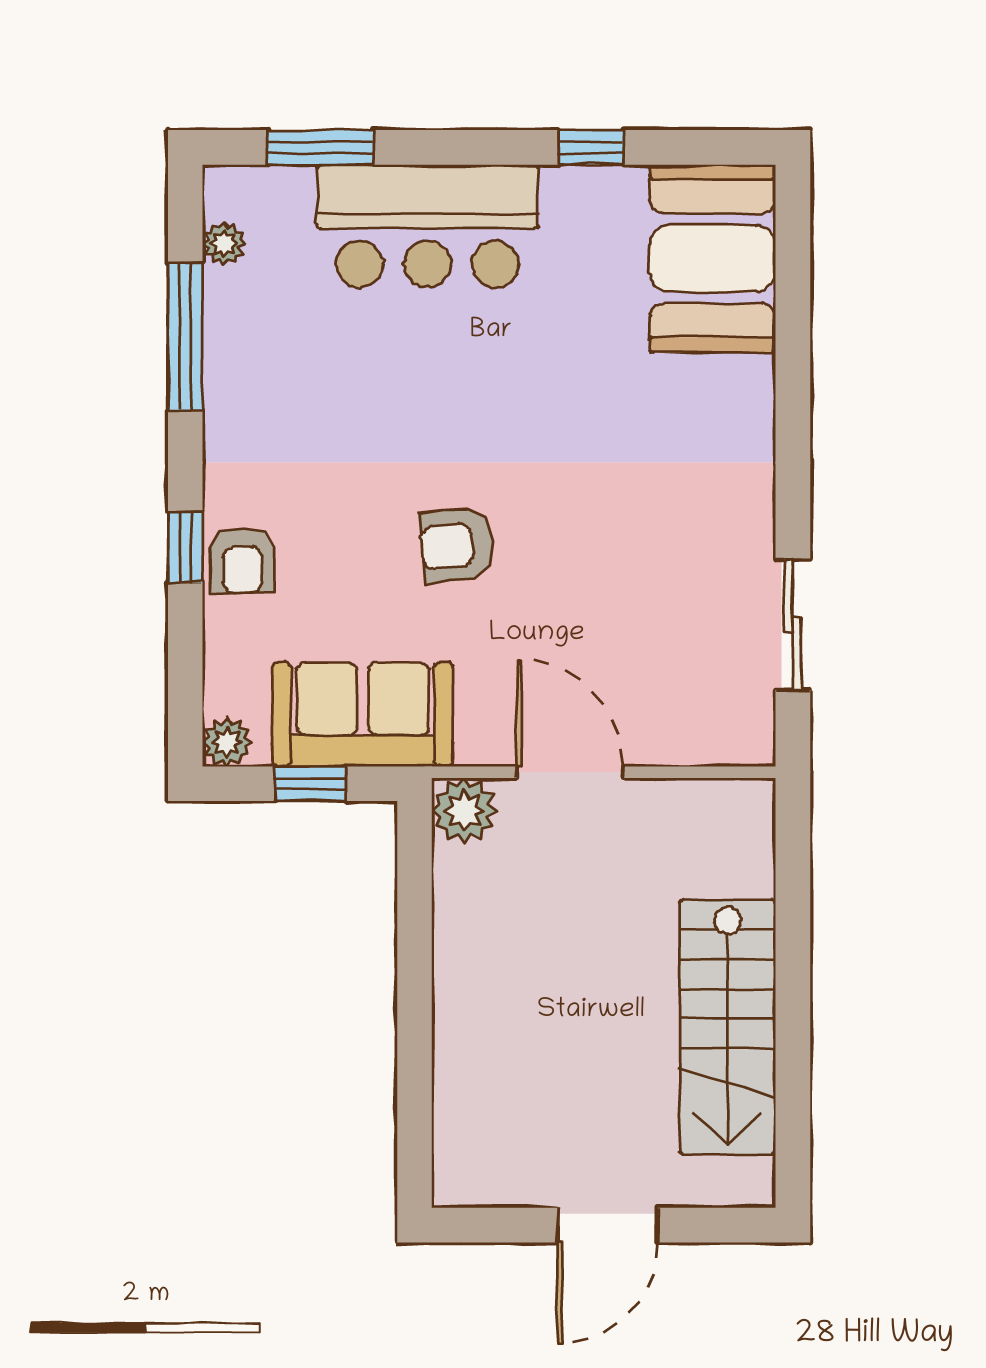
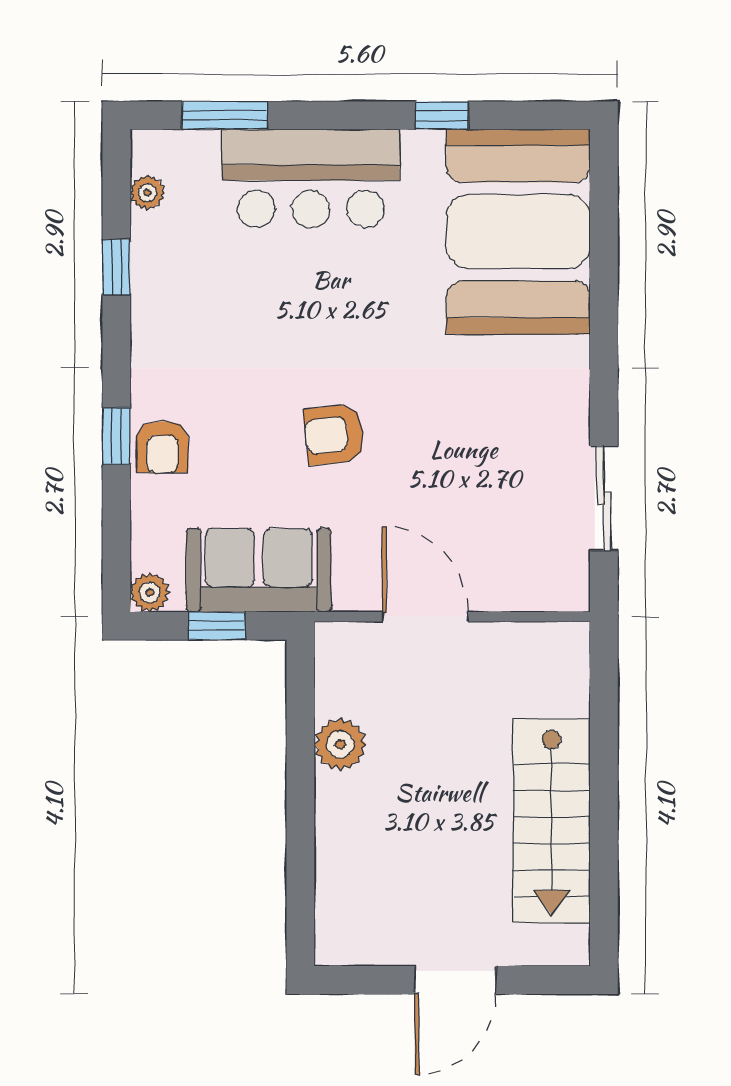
booth: (713, 258) -> (518, 232), width x1.36, depth x1.42
window: (185, 337) -> (116, 267), width x0.46
plant: (464, 811) -> (340, 744), moved

